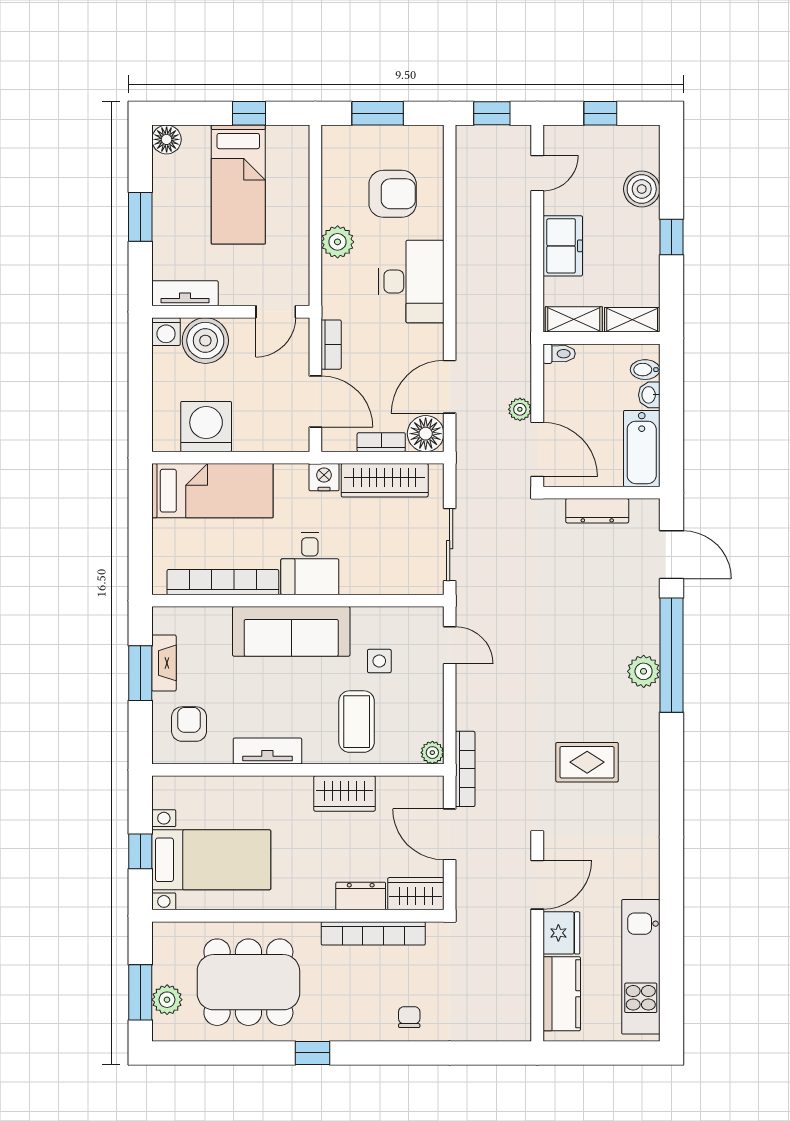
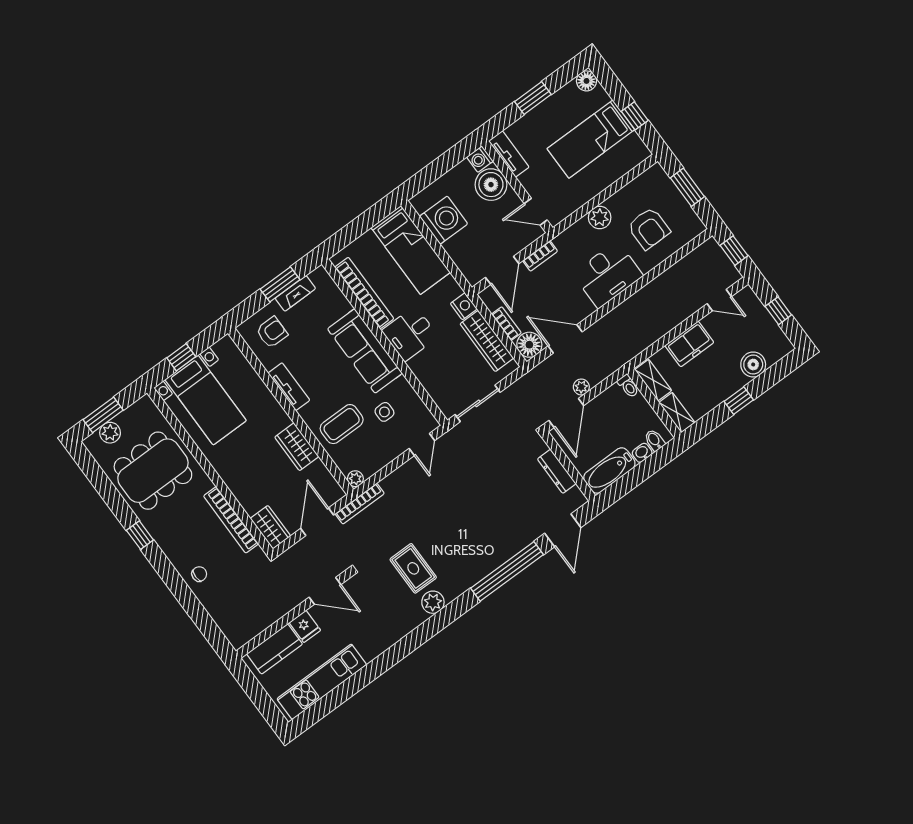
plant: (644, 671) -> (433, 602), moved
dresser: (361, 896) -> (247, 498), removed
fridge: (561, 933) -> (305, 626), width x0.72
dining table: (248, 982) -> (153, 471), turned 90

